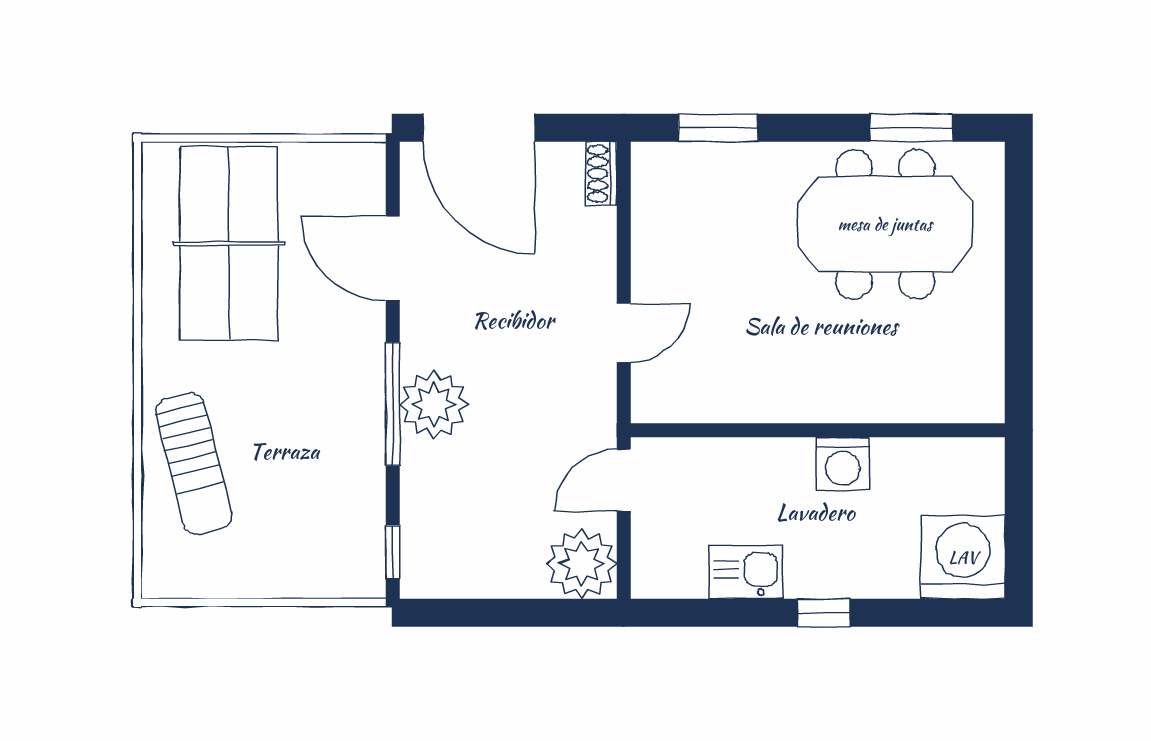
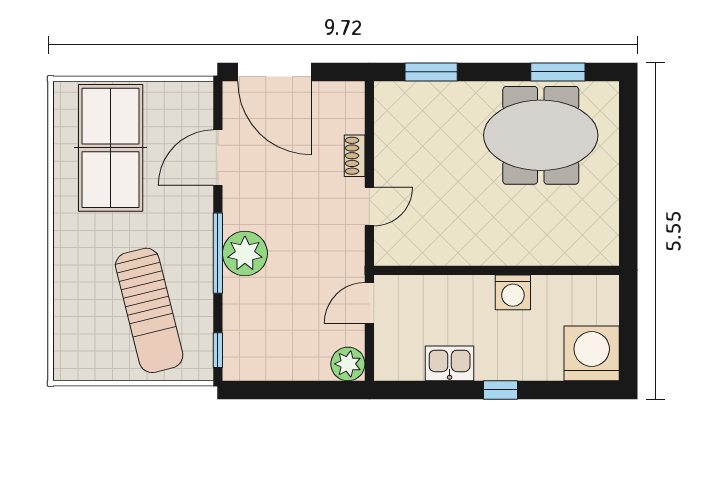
shoe rack: (601, 174) -> (355, 156), moved
door: (393, 258) -> (218, 158), hinge flipped
sun lounger: (194, 464) -> (149, 310), moved, width x1.36, depth x1.34
plant: (582, 564) -> (348, 364), width x0.73, depth x0.73

